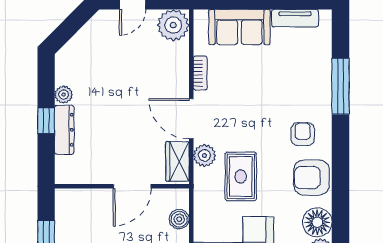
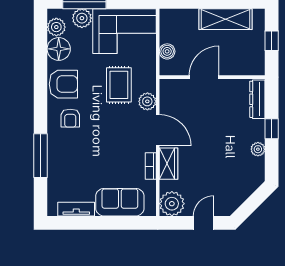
dresser: (64, 130) -> (257, 99), moved
wardrobe: (177, 161) -> (168, 164), moved

